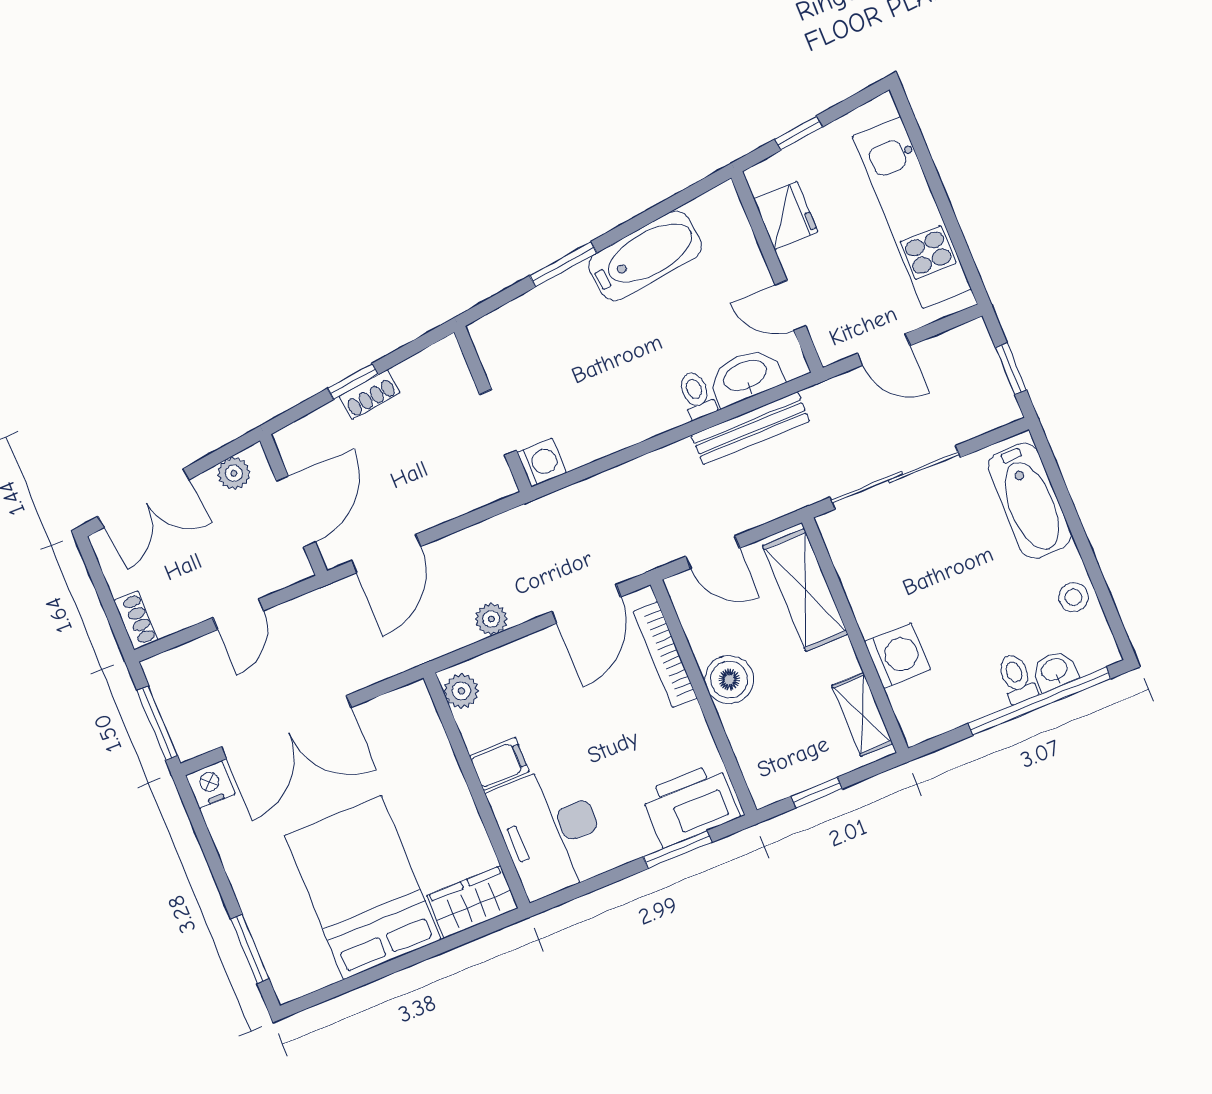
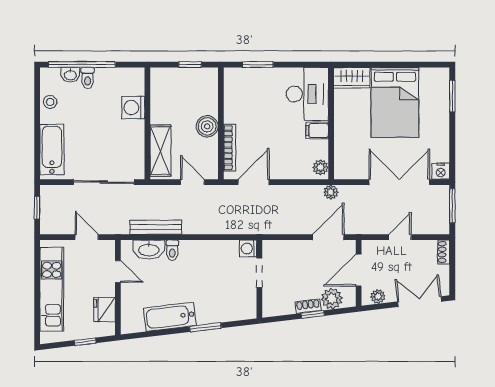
plant: (327, 430) -> (332, 299), added
plant: (491, 619) -> (331, 192), moved
shelving: (862, 714) -> (158, 89), removed
printer: (690, 805) -> (245, 81), removed

